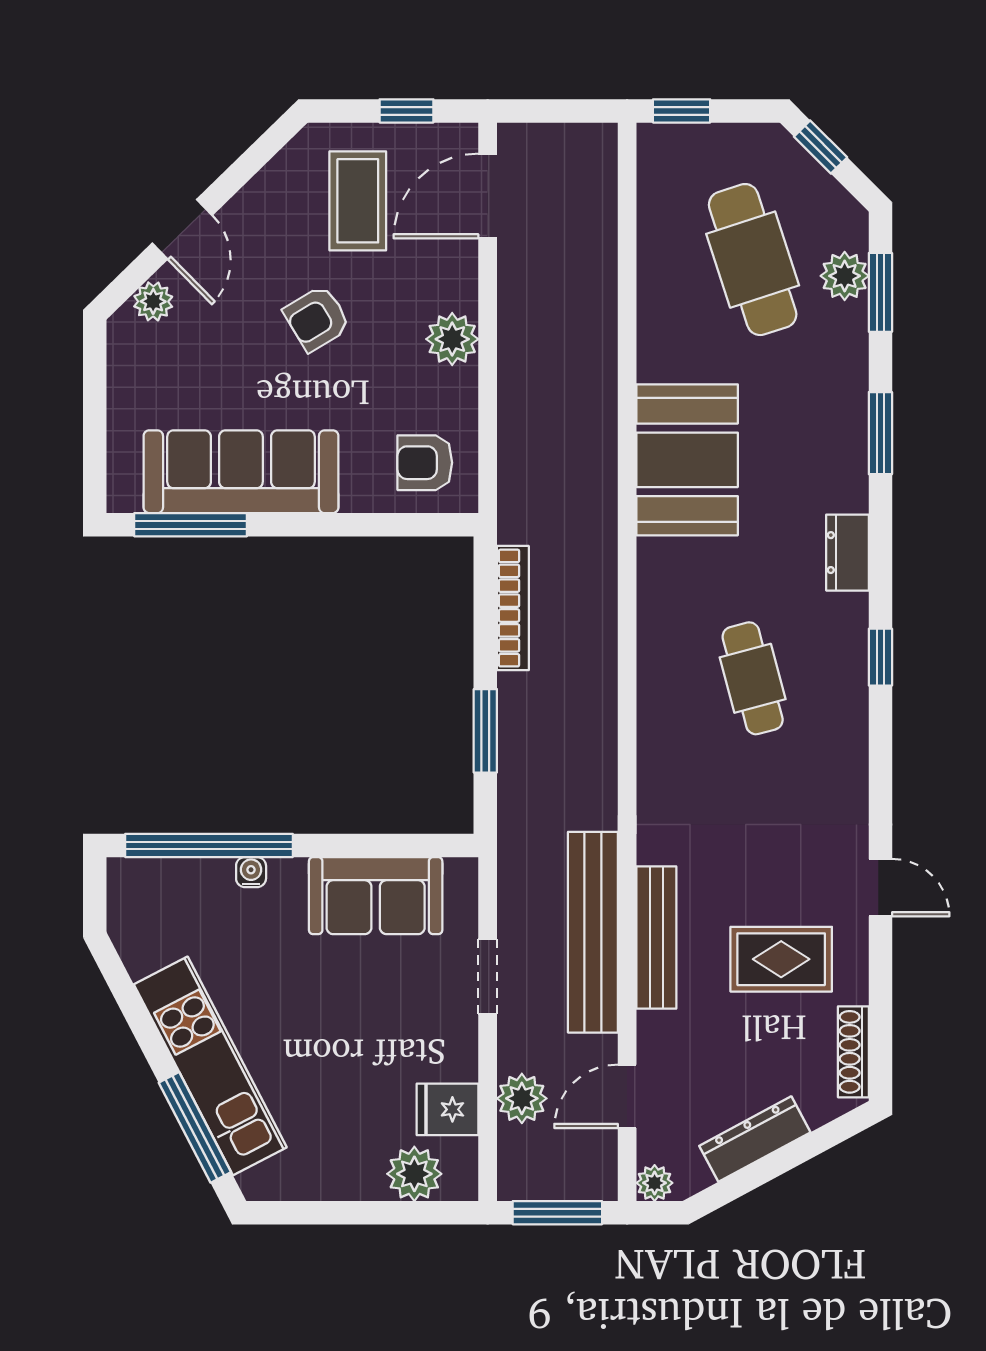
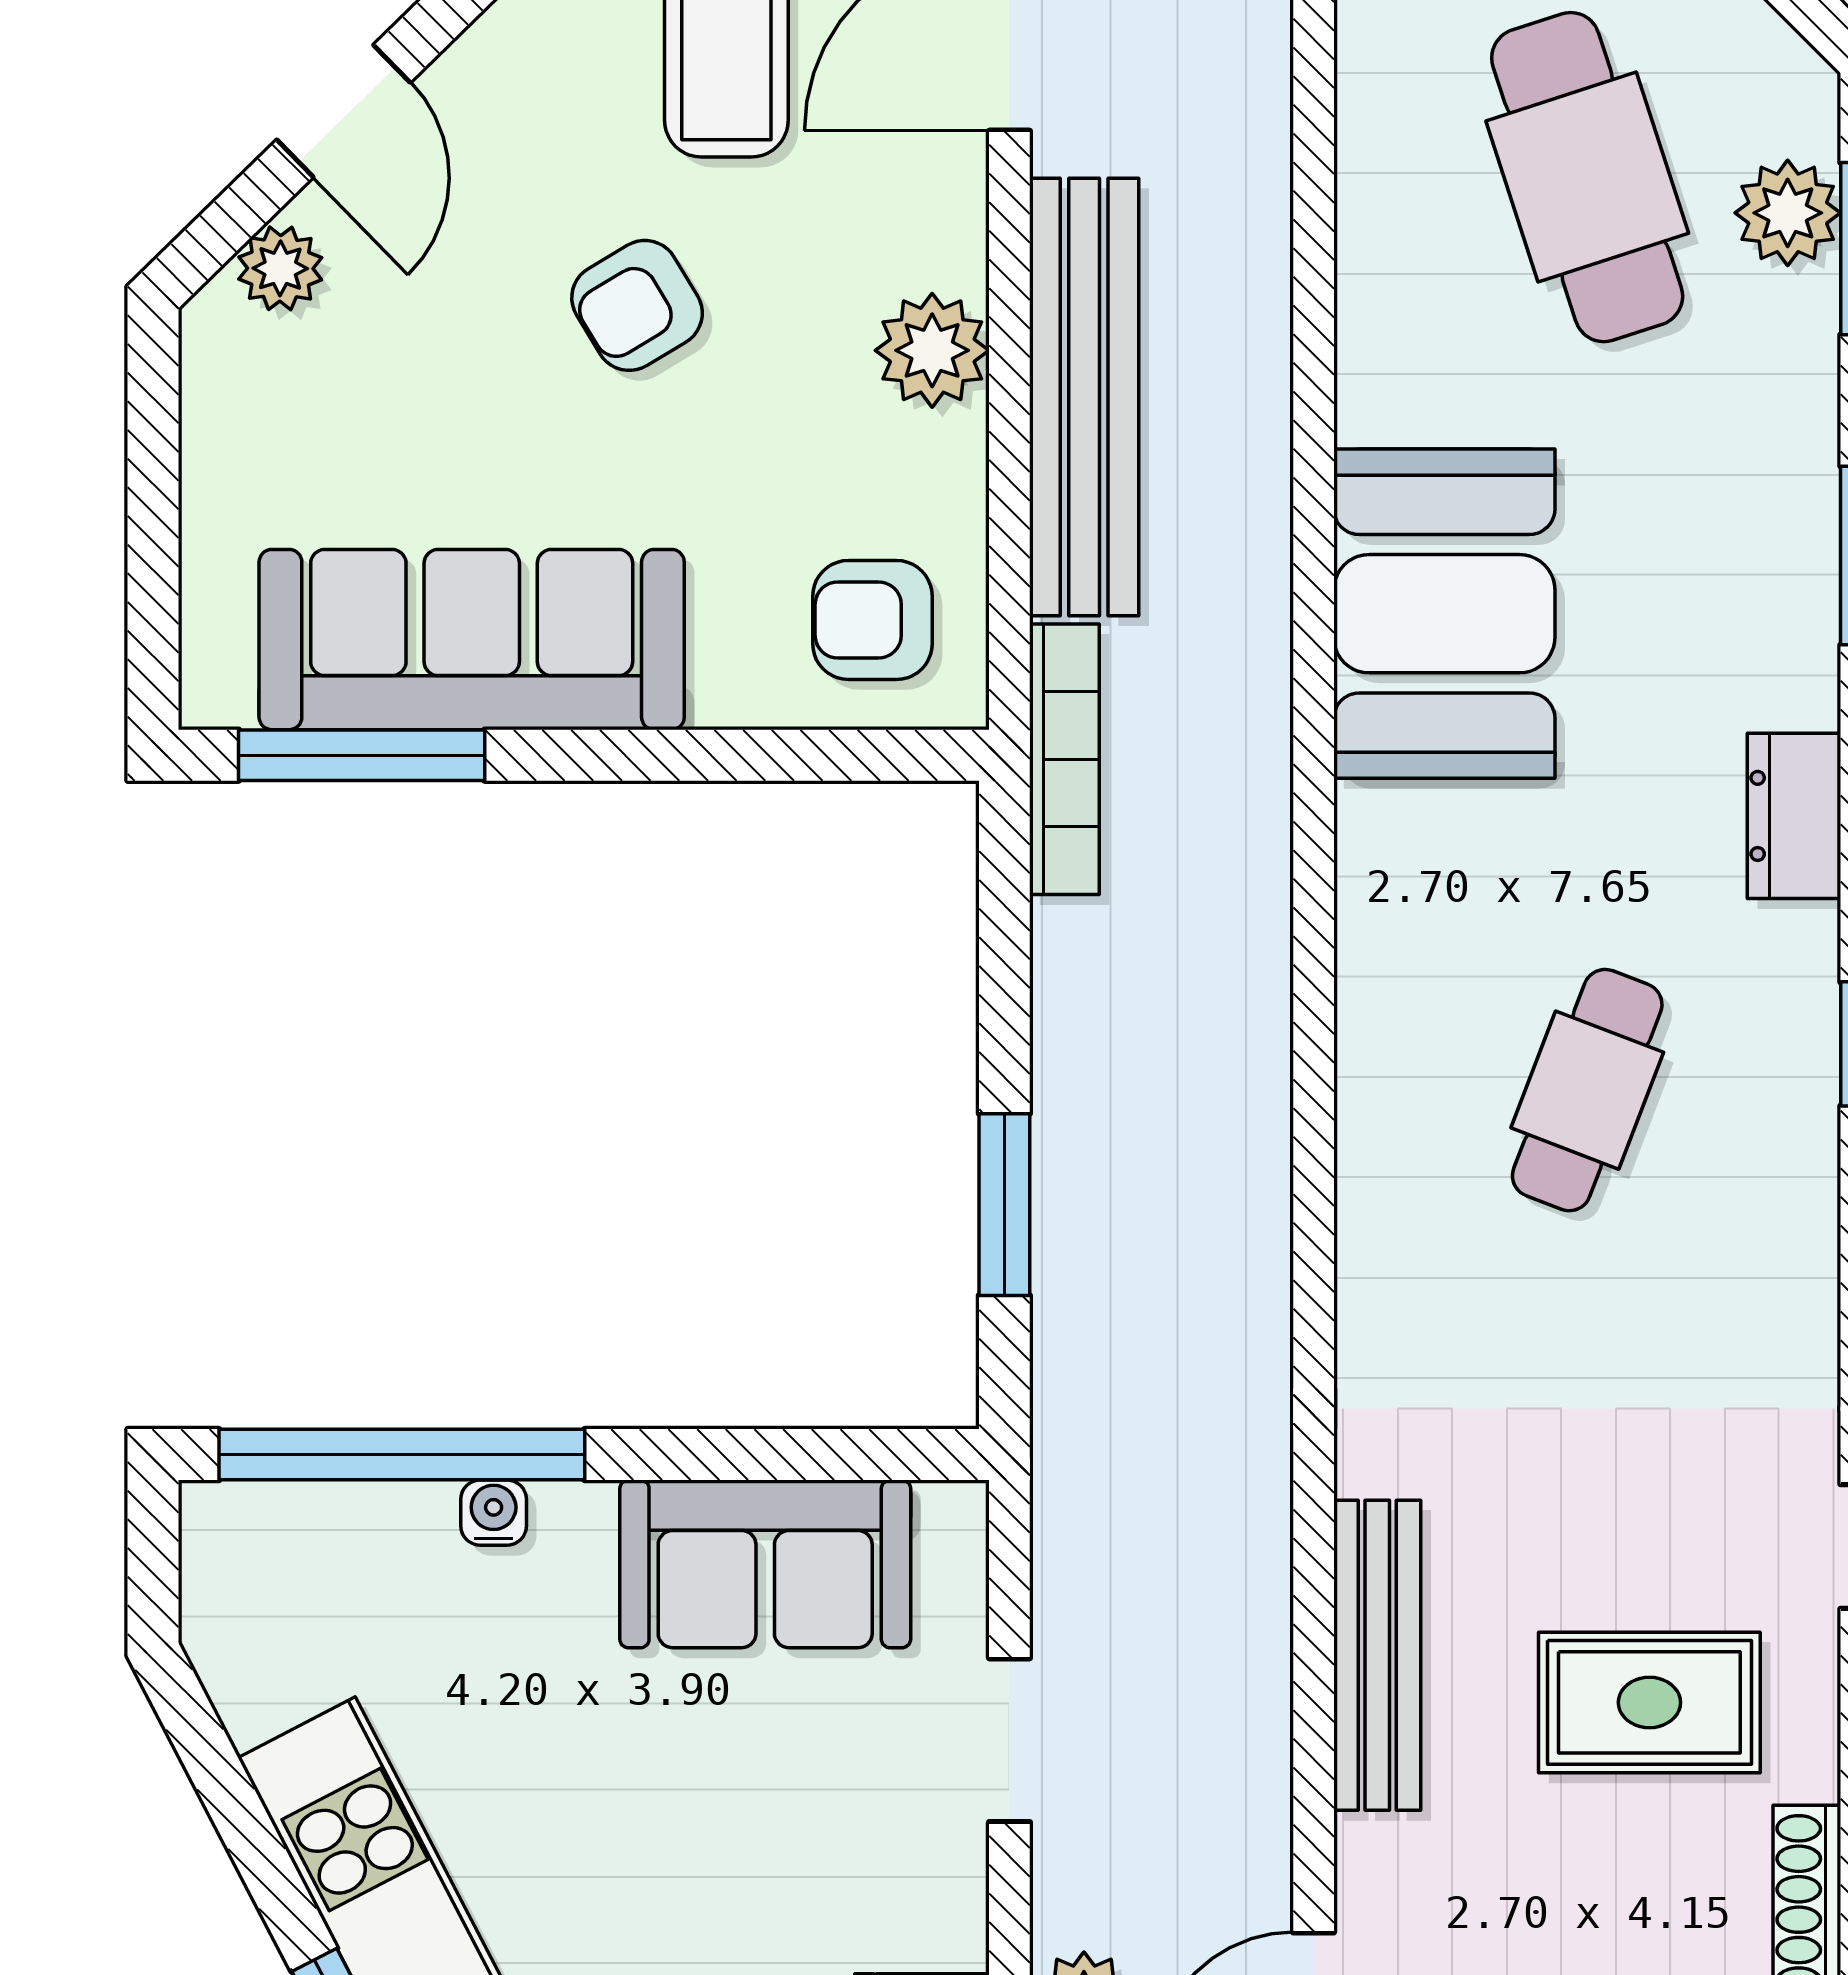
bookcase: (513, 608) -> (1064, 759), moved
cafe table: (753, 678) -> (1587, 1090), turned 36
bench: (593, 932) -> (1084, 397), moved

